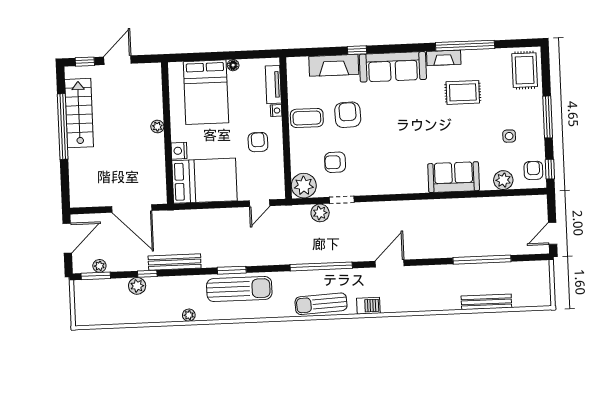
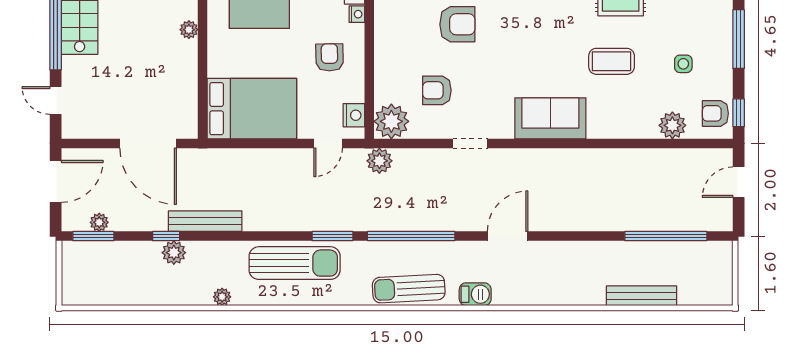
armchair: (348, 115) -> (457, 24), turned 92
coffee table: (307, 118) -> (612, 61), moved
nightstand: (179, 151) -> (354, 115), moved, turned 180
armchair: (533, 170) -> (715, 113), turned -91
sofa: (454, 177) -> (550, 118), moved
door: (65, 181) -> (56, 100), added
doorway: (342, 200) -> (470, 143), moved
plant: (320, 213) -> (379, 161), moved
door: (553, 233) -> (739, 182), moved
window: (482, 260) -> (666, 236), moved
window: (232, 270) -> (333, 236), moved
plant: (137, 286) -> (174, 253), moved

